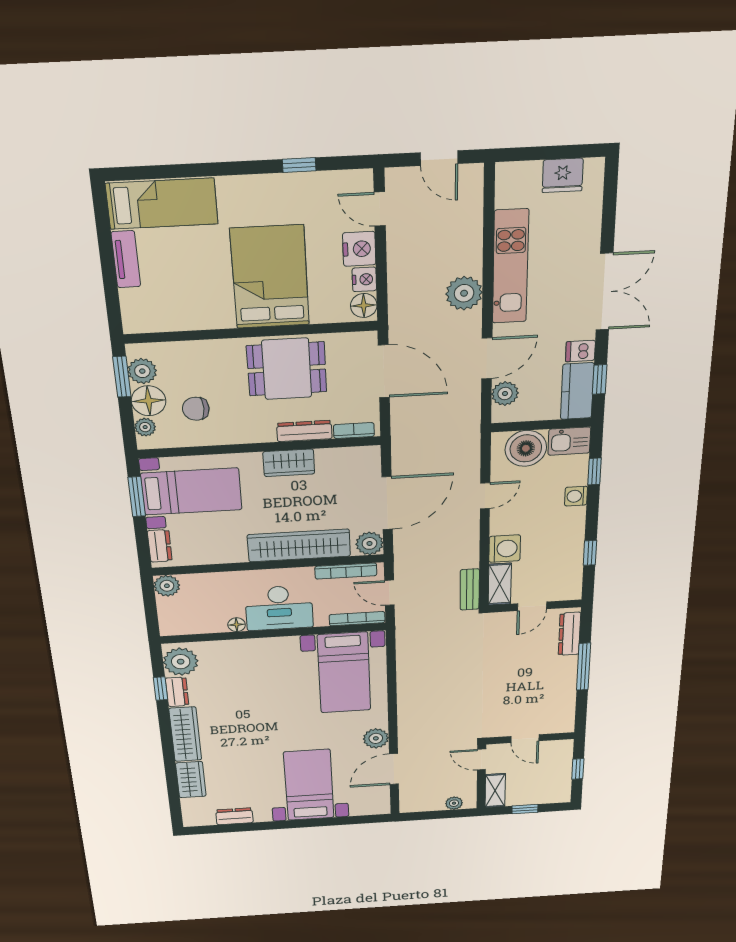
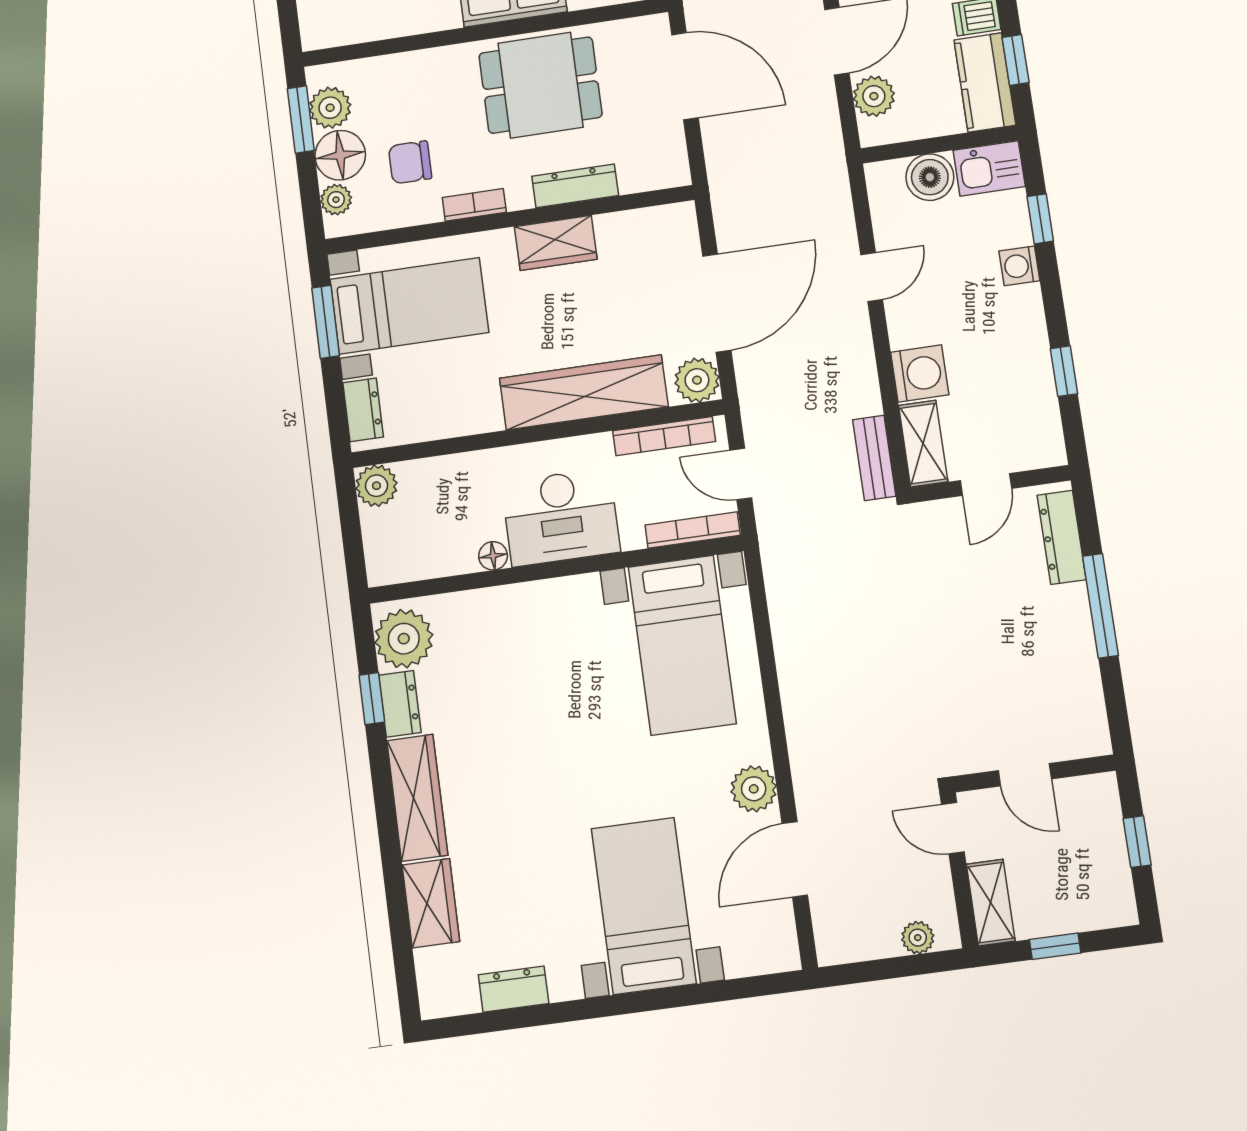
bookcase: (354, 431) -> (474, 205), moved
boiler: (526, 448) -> (930, 177), width x0.73, depth x0.73

